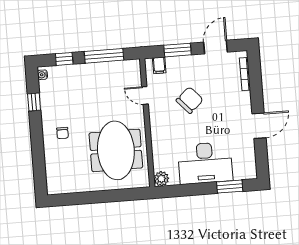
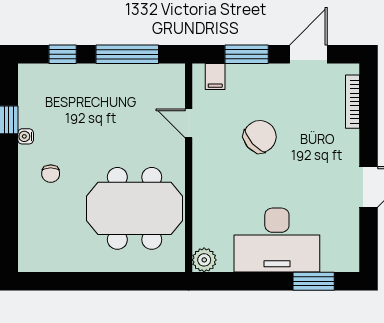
water cooler: (42, 75) -> (26, 136), moved
meeting table: (116, 150) -> (135, 208), turned 90

